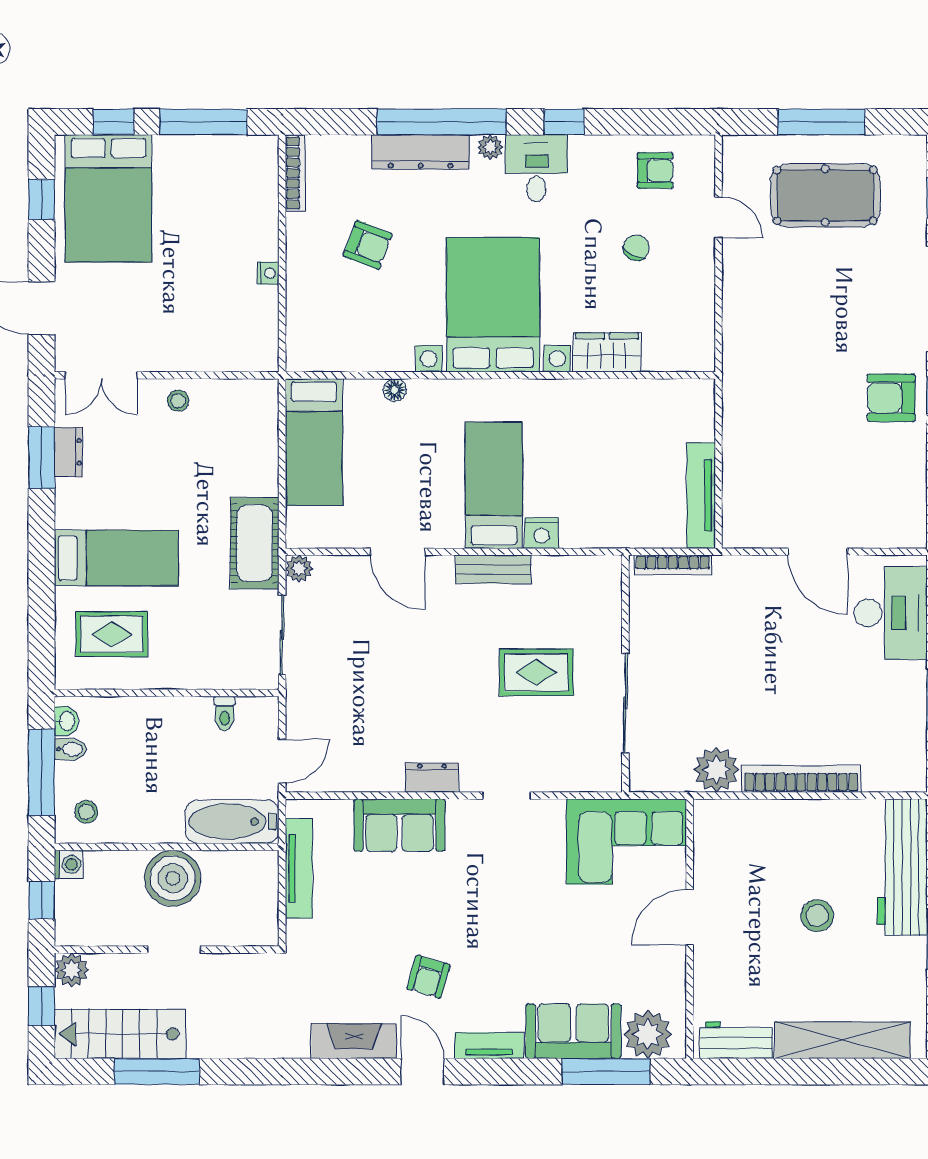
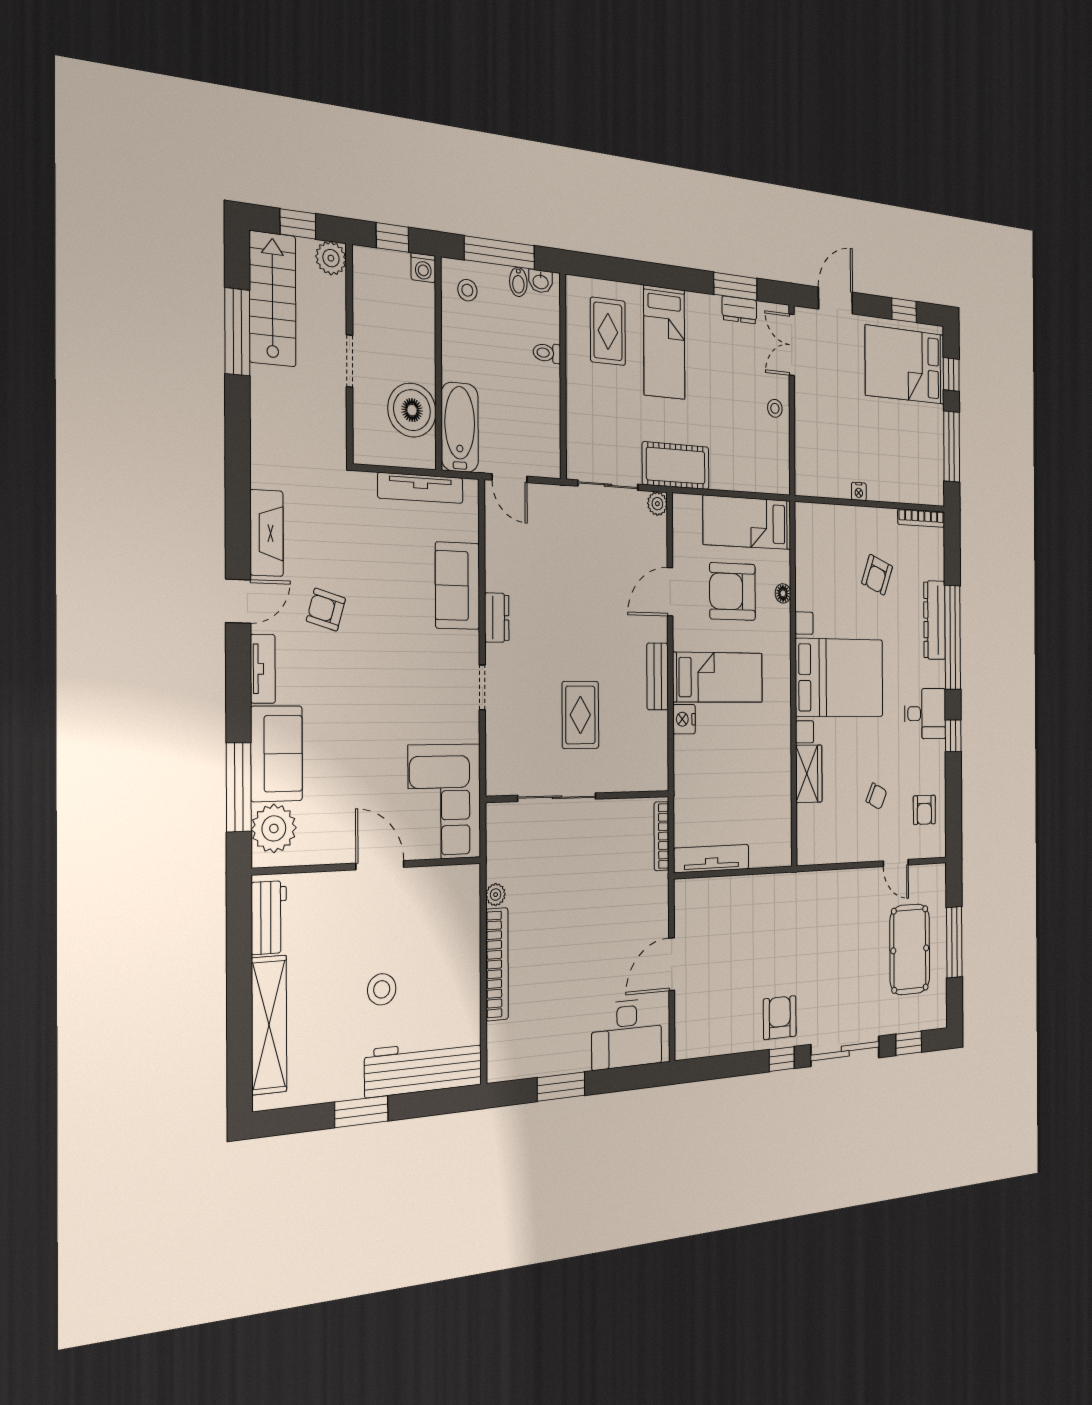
plant: (490, 147) -> (938, 676), removed
door: (718, 217) -> (896, 863), hinge flipped
armchair: (395, 464) -> (732, 592), added
toilet: (225, 713) -> (547, 353), moved
plant: (716, 770) -> (496, 895), width x0.53, depth x0.53
boiler: (173, 878) -> (412, 410), moved

